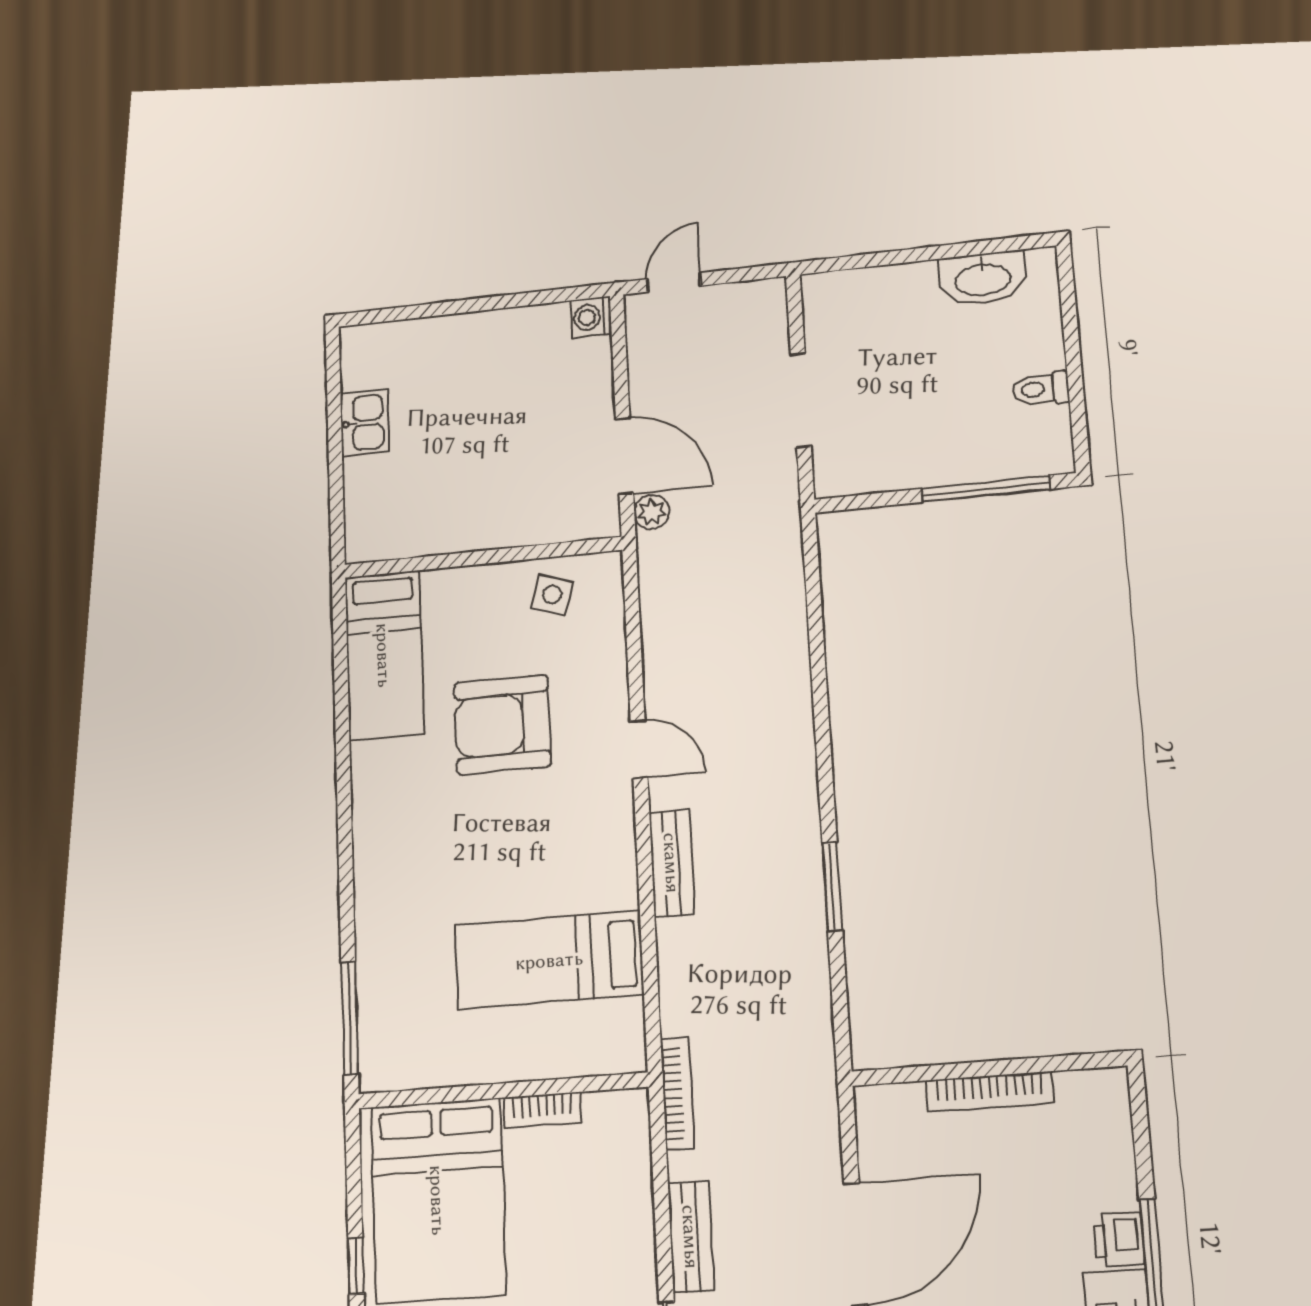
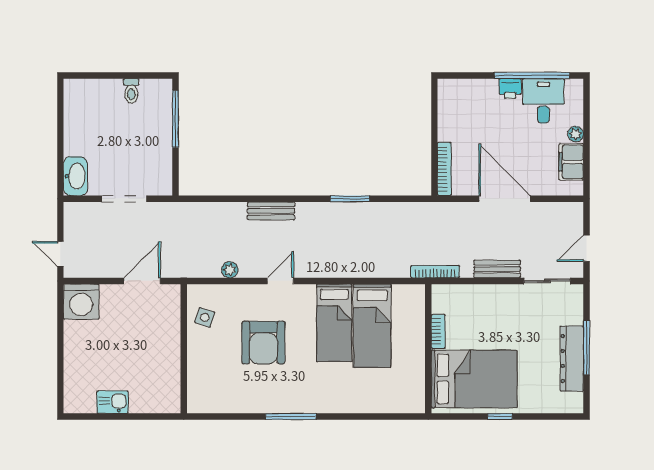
washbasin: (983, 278) -> (75, 176), moved
washing machine: (591, 317) -> (81, 302), width x1.89, depth x1.89
plant: (652, 512) -> (230, 270), moved
bed: (384, 655) -> (334, 323), moved, turned 90
bench: (672, 863) -> (271, 211), moved
window: (350, 1018) -> (291, 417), moved
bookcase: (989, 1092) -> (444, 169), moved

